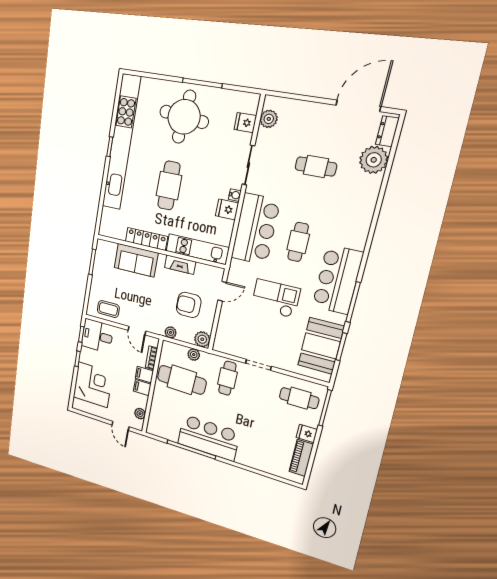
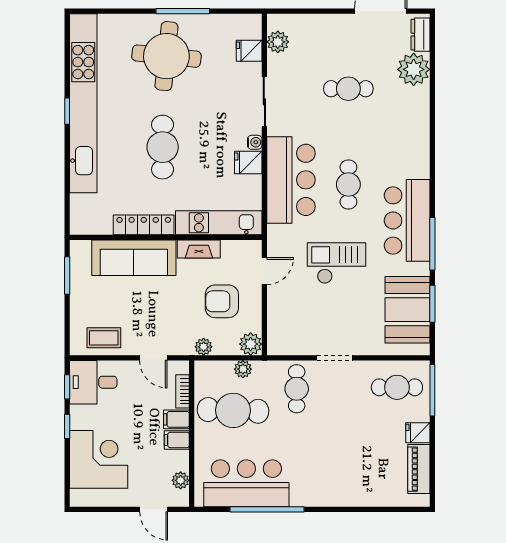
sofa: (136, 260) -> (134, 258), width x1.36
bar counter: (208, 438) -> (246, 483), moved

